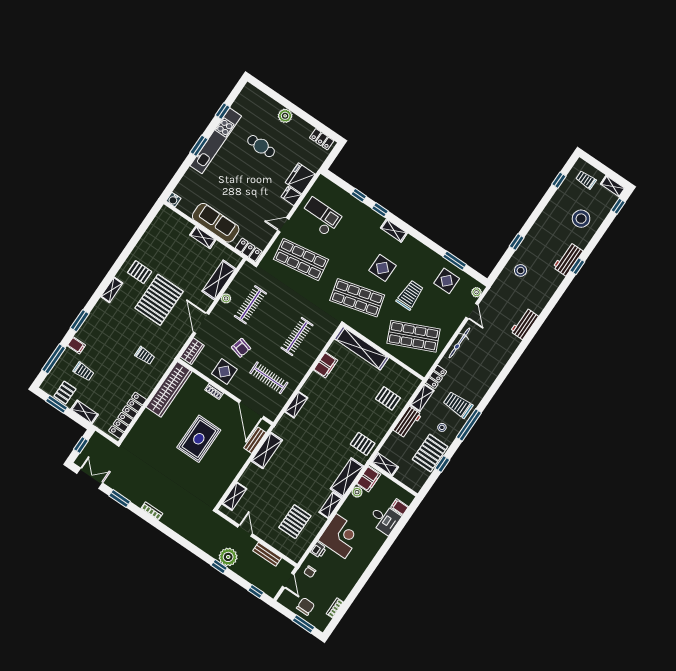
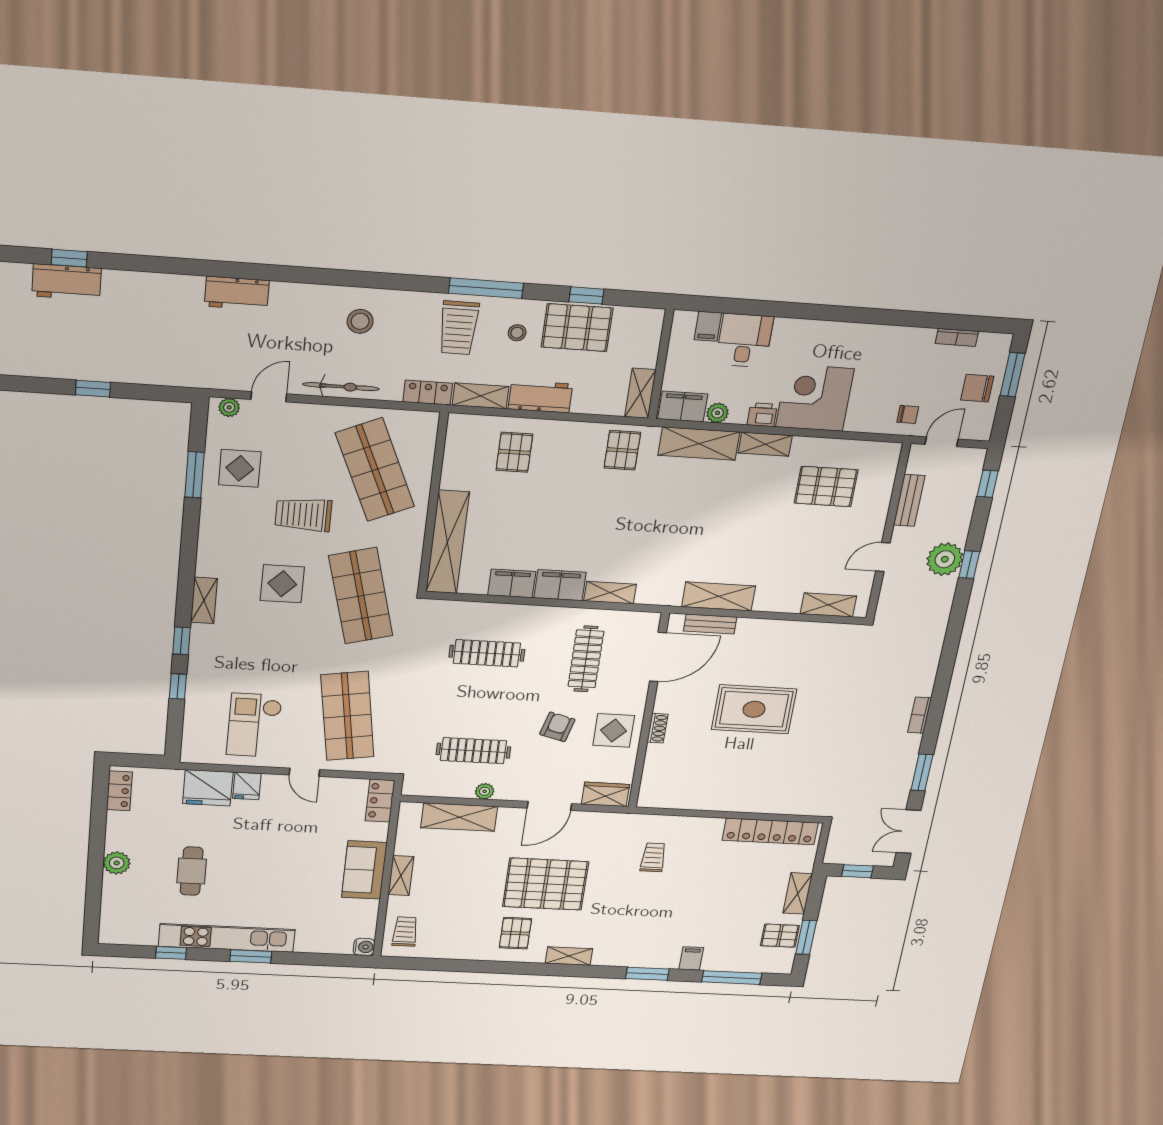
sofa: (216, 223) -> (364, 870), width x0.73
stool: (521, 270) -> (360, 321), moved
trolley: (84, 372) -> (405, 932), moved
filing cabinet: (313, 385) -> (560, 585), added
wardrobe: (169, 389) -> (691, 795), removed
printer: (318, 550) -> (762, 415), moved

